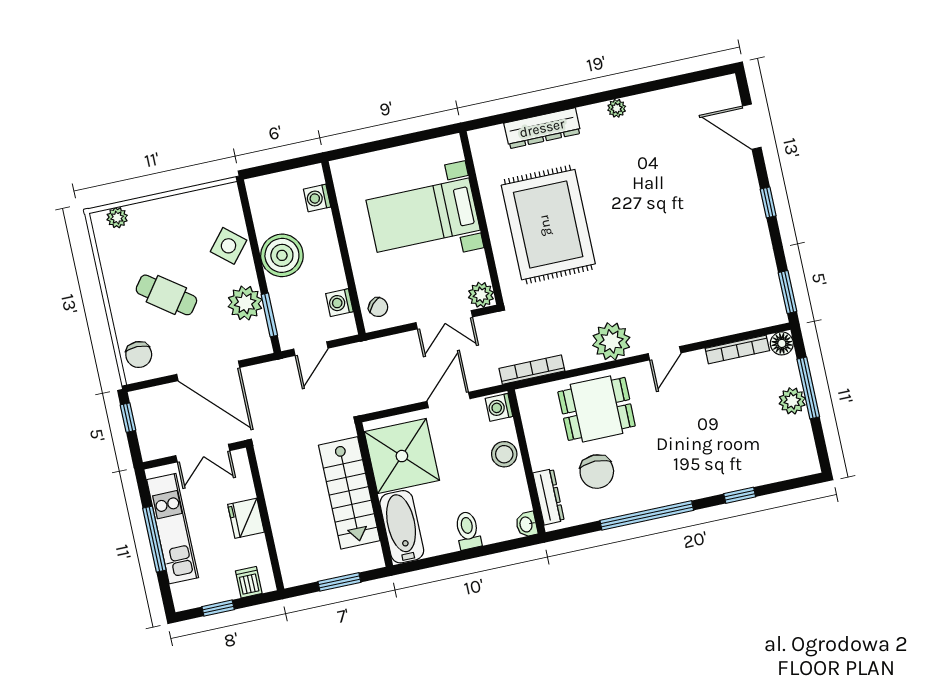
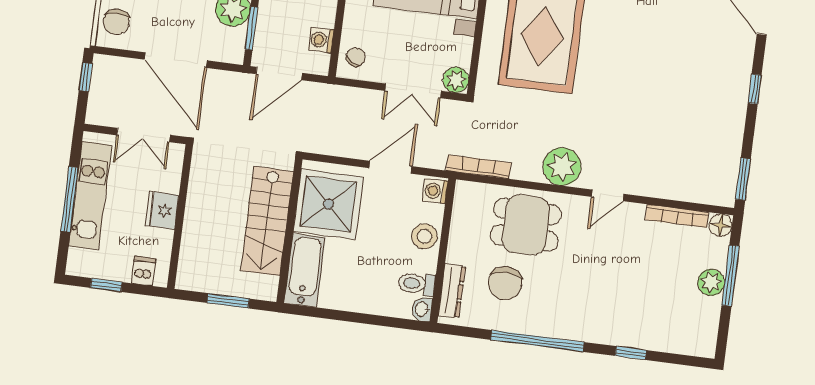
chair: (378, 307) -> (356, 57), turned -103
door: (311, 349) -> (279, 73), width x1.38
toilet: (468, 530) -> (417, 284), moved, turned -90

